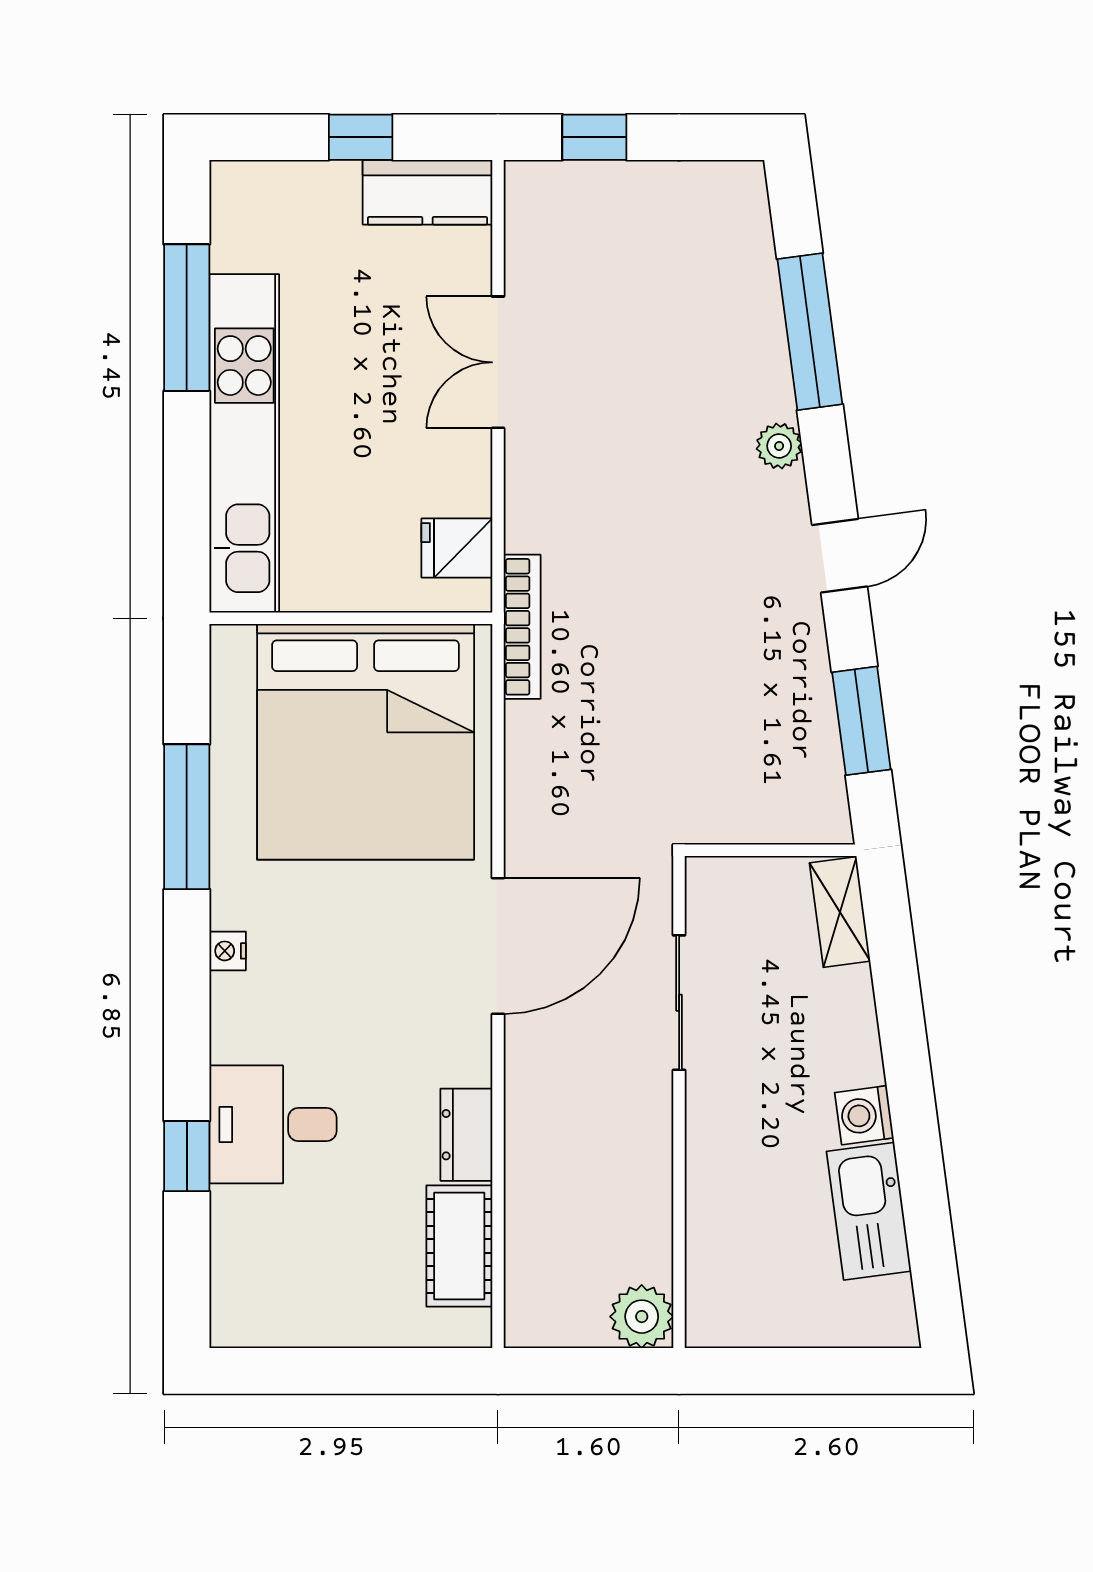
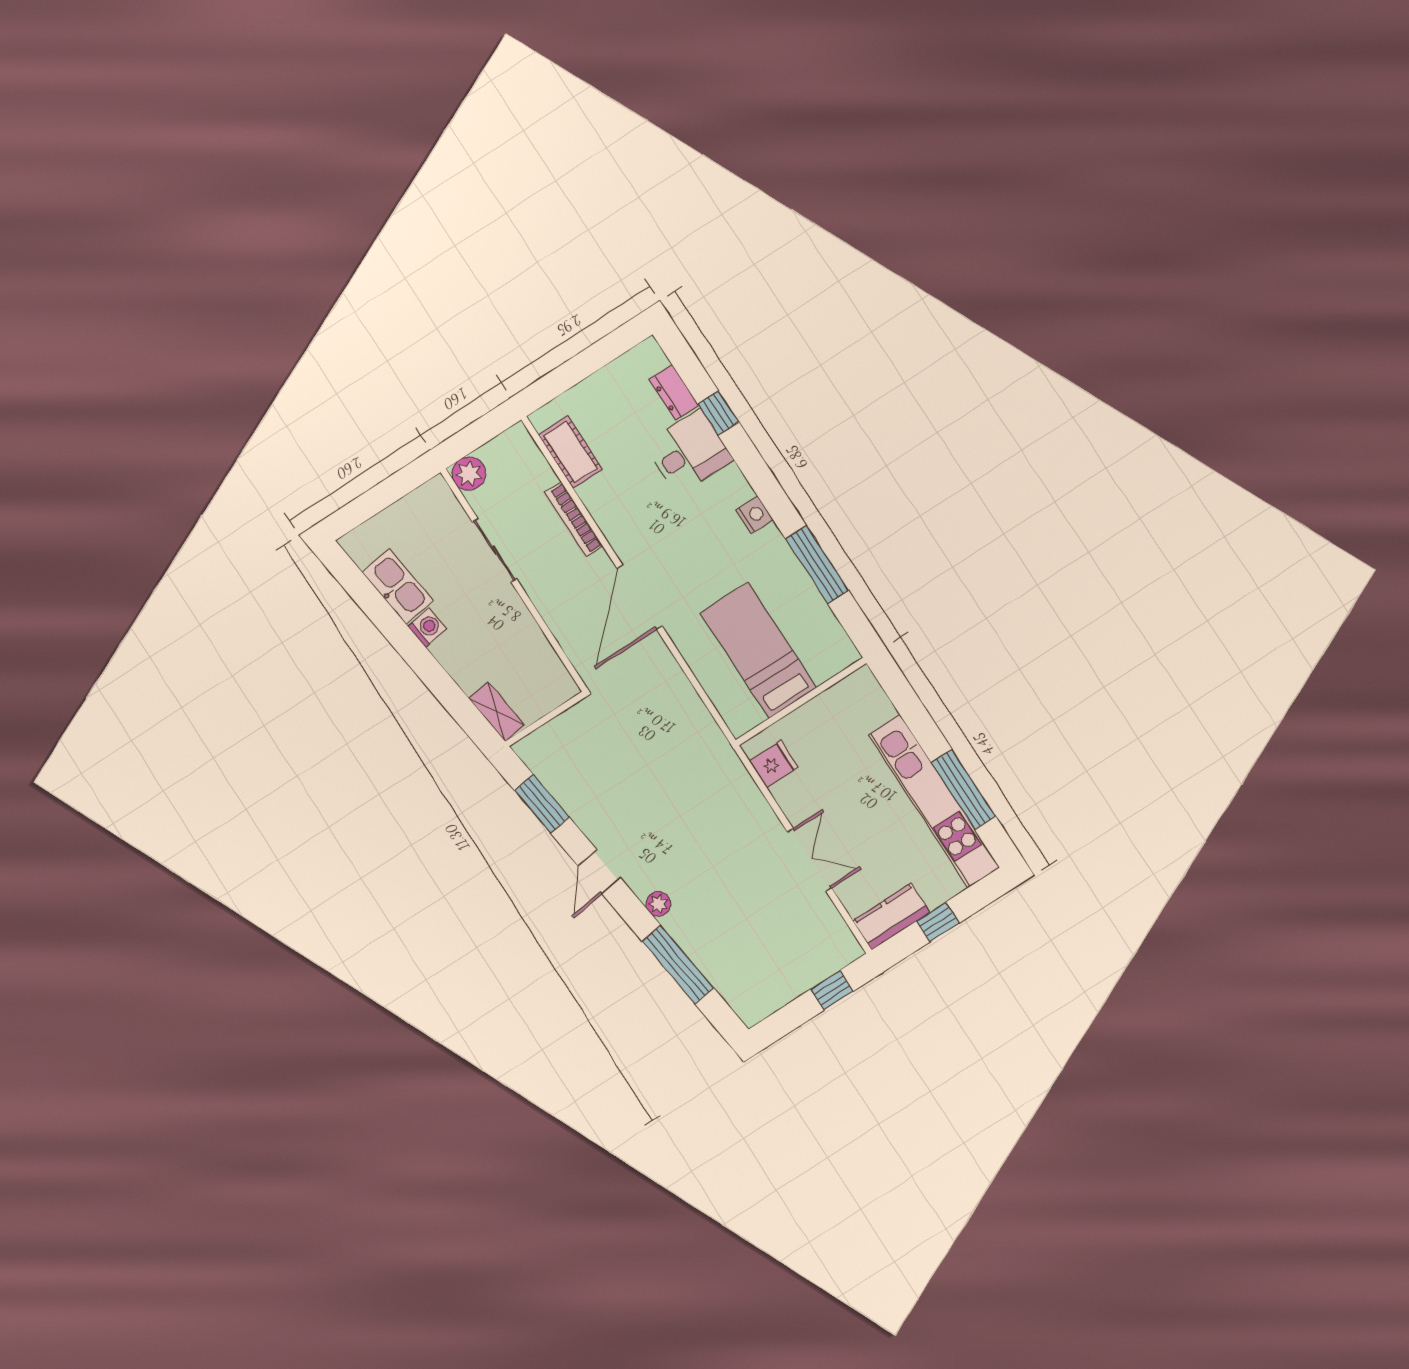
kitchen unit: (244, 443) -> (934, 801), moved
bookcase: (522, 627) -> (574, 519), moved
bed: (366, 742) -> (758, 650), width x0.49
nightstand: (228, 951) -> (754, 515), width x1.39, depth x1.35
sliding door: (679, 1003) -> (495, 550), moved
dresser: (466, 1135) -> (674, 392), moved, turned 180

